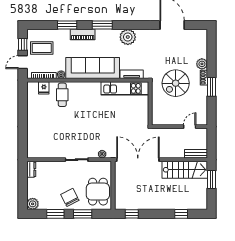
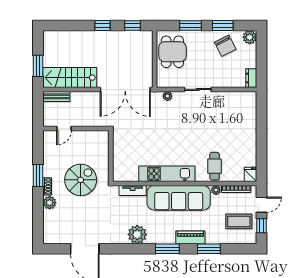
fridge: (44, 88) -> (250, 174), moved
kitchen unit: (125, 88) -> (167, 174), moved
chair: (70, 197) -> (225, 46), moved
window: (181, 214) -> (102, 25), moved

